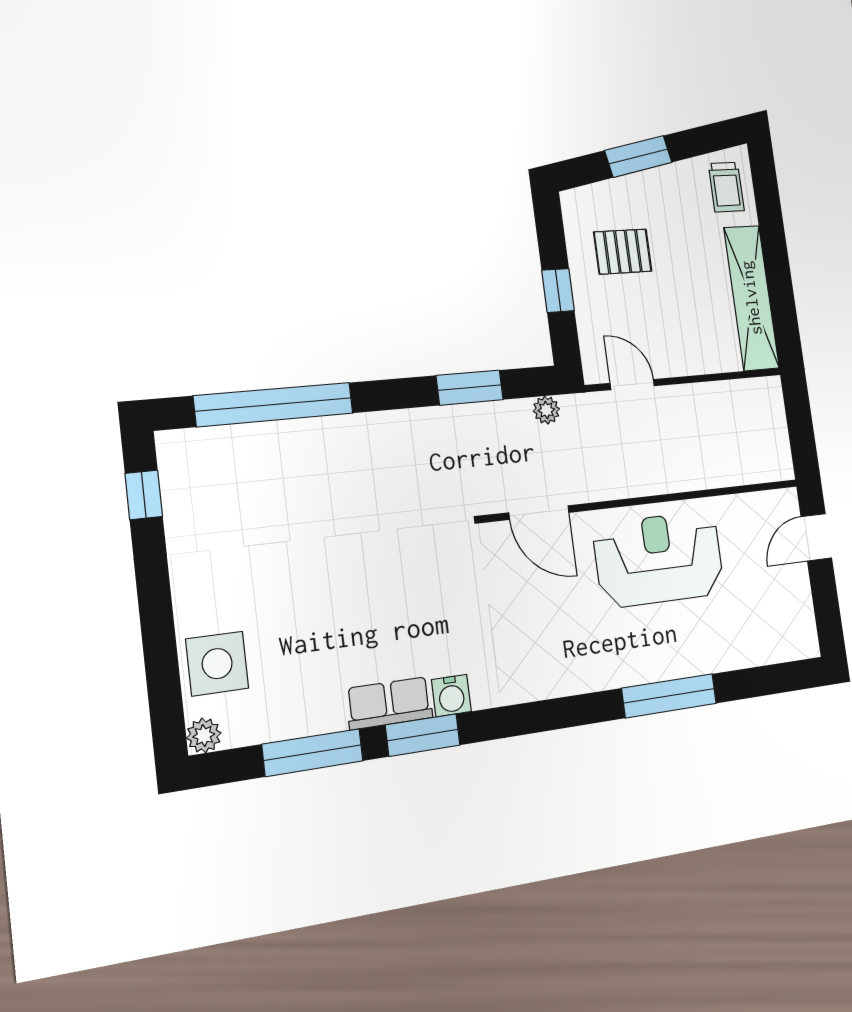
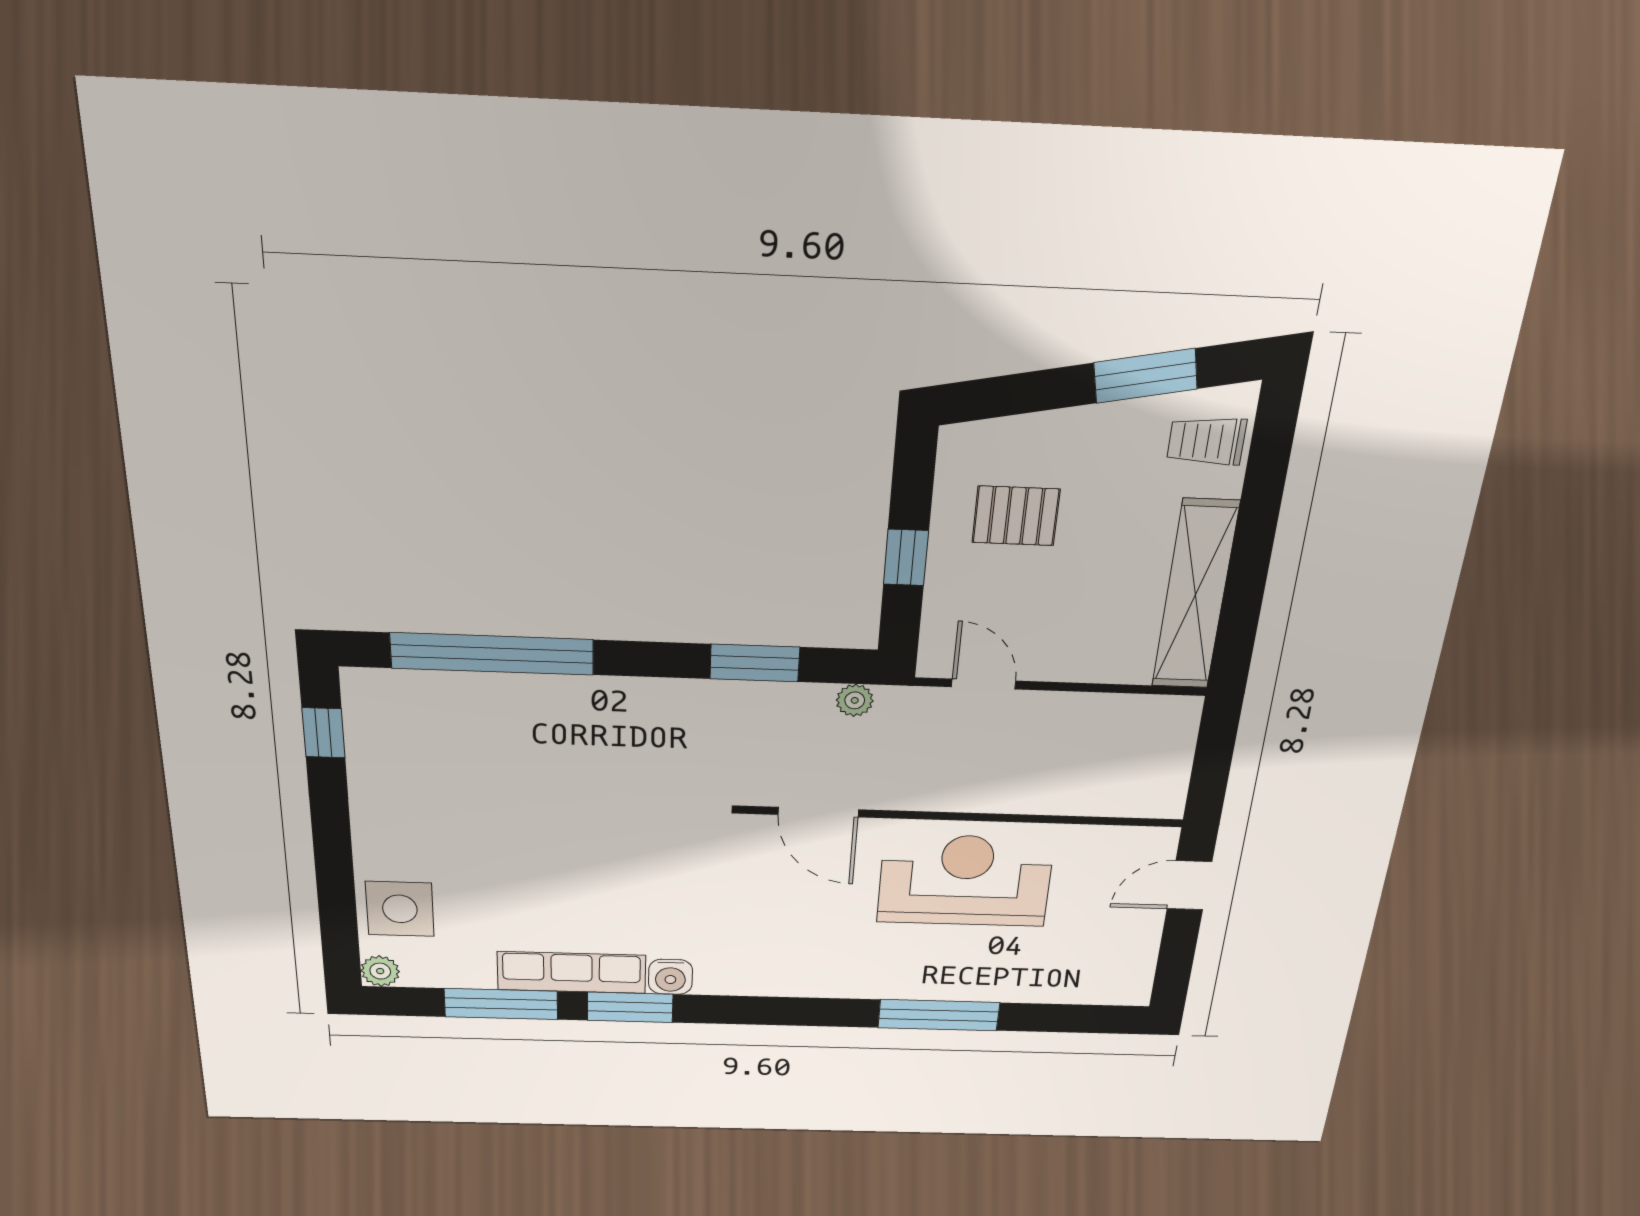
window: (638, 156) -> (1146, 376), moved
trolley: (726, 187) -> (1207, 441), turned 90
row of seats: (389, 703) -> (572, 972), width x1.48

